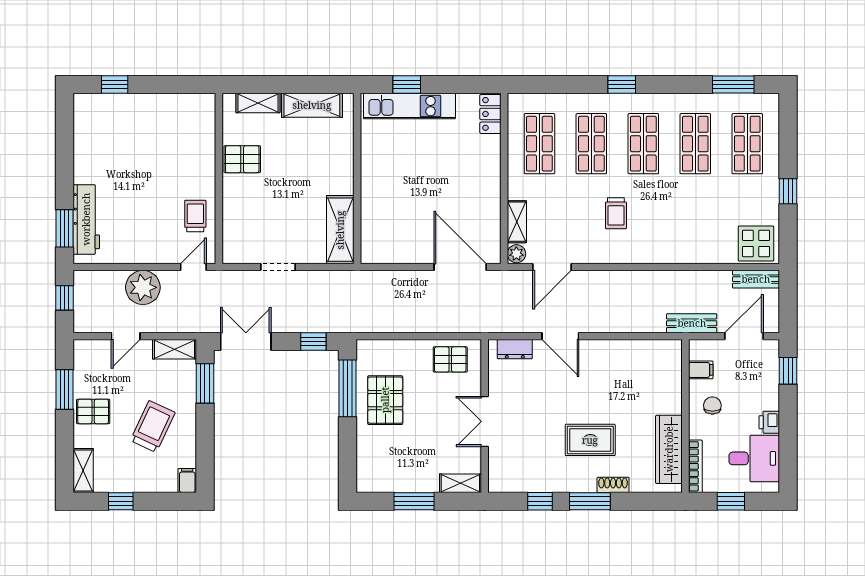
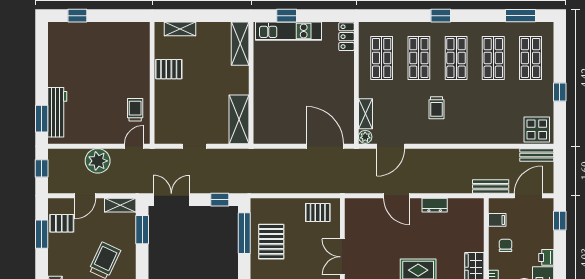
shelving: (312, 105) -> (240, 44), moved, turned 90
dresser: (515, 349) -> (435, 205), moved
pallet: (93, 411) -> (62, 223), moved

